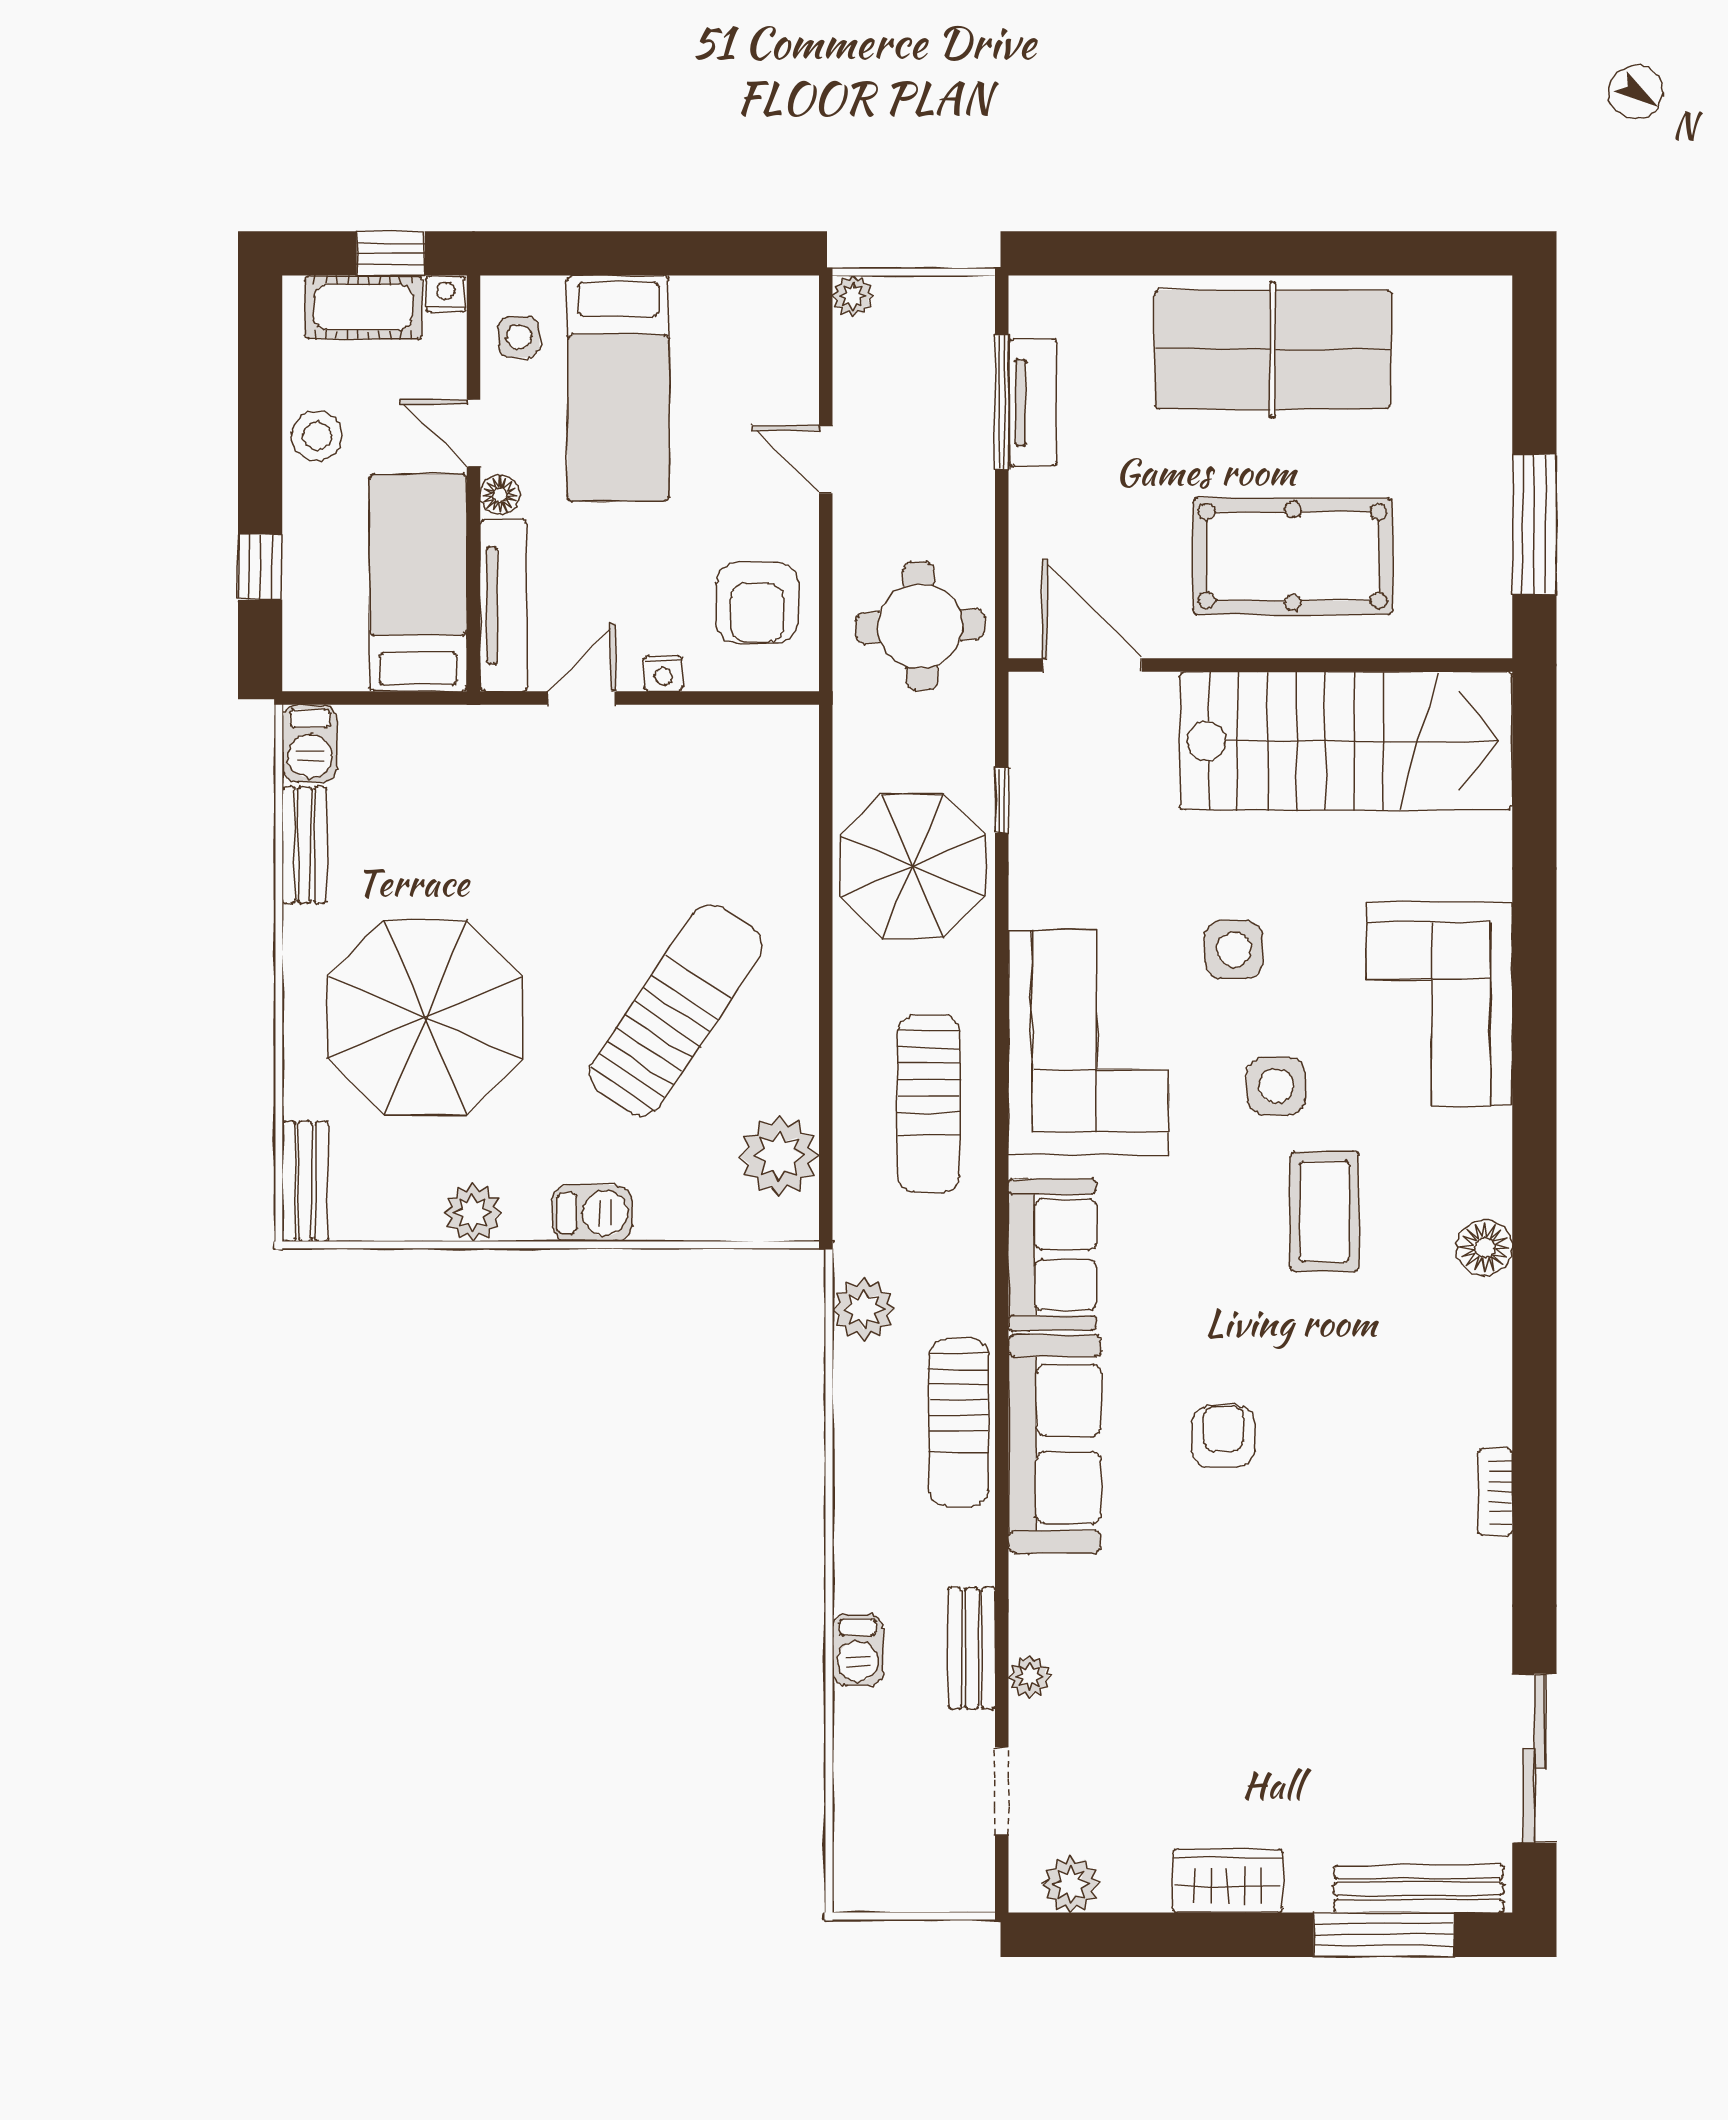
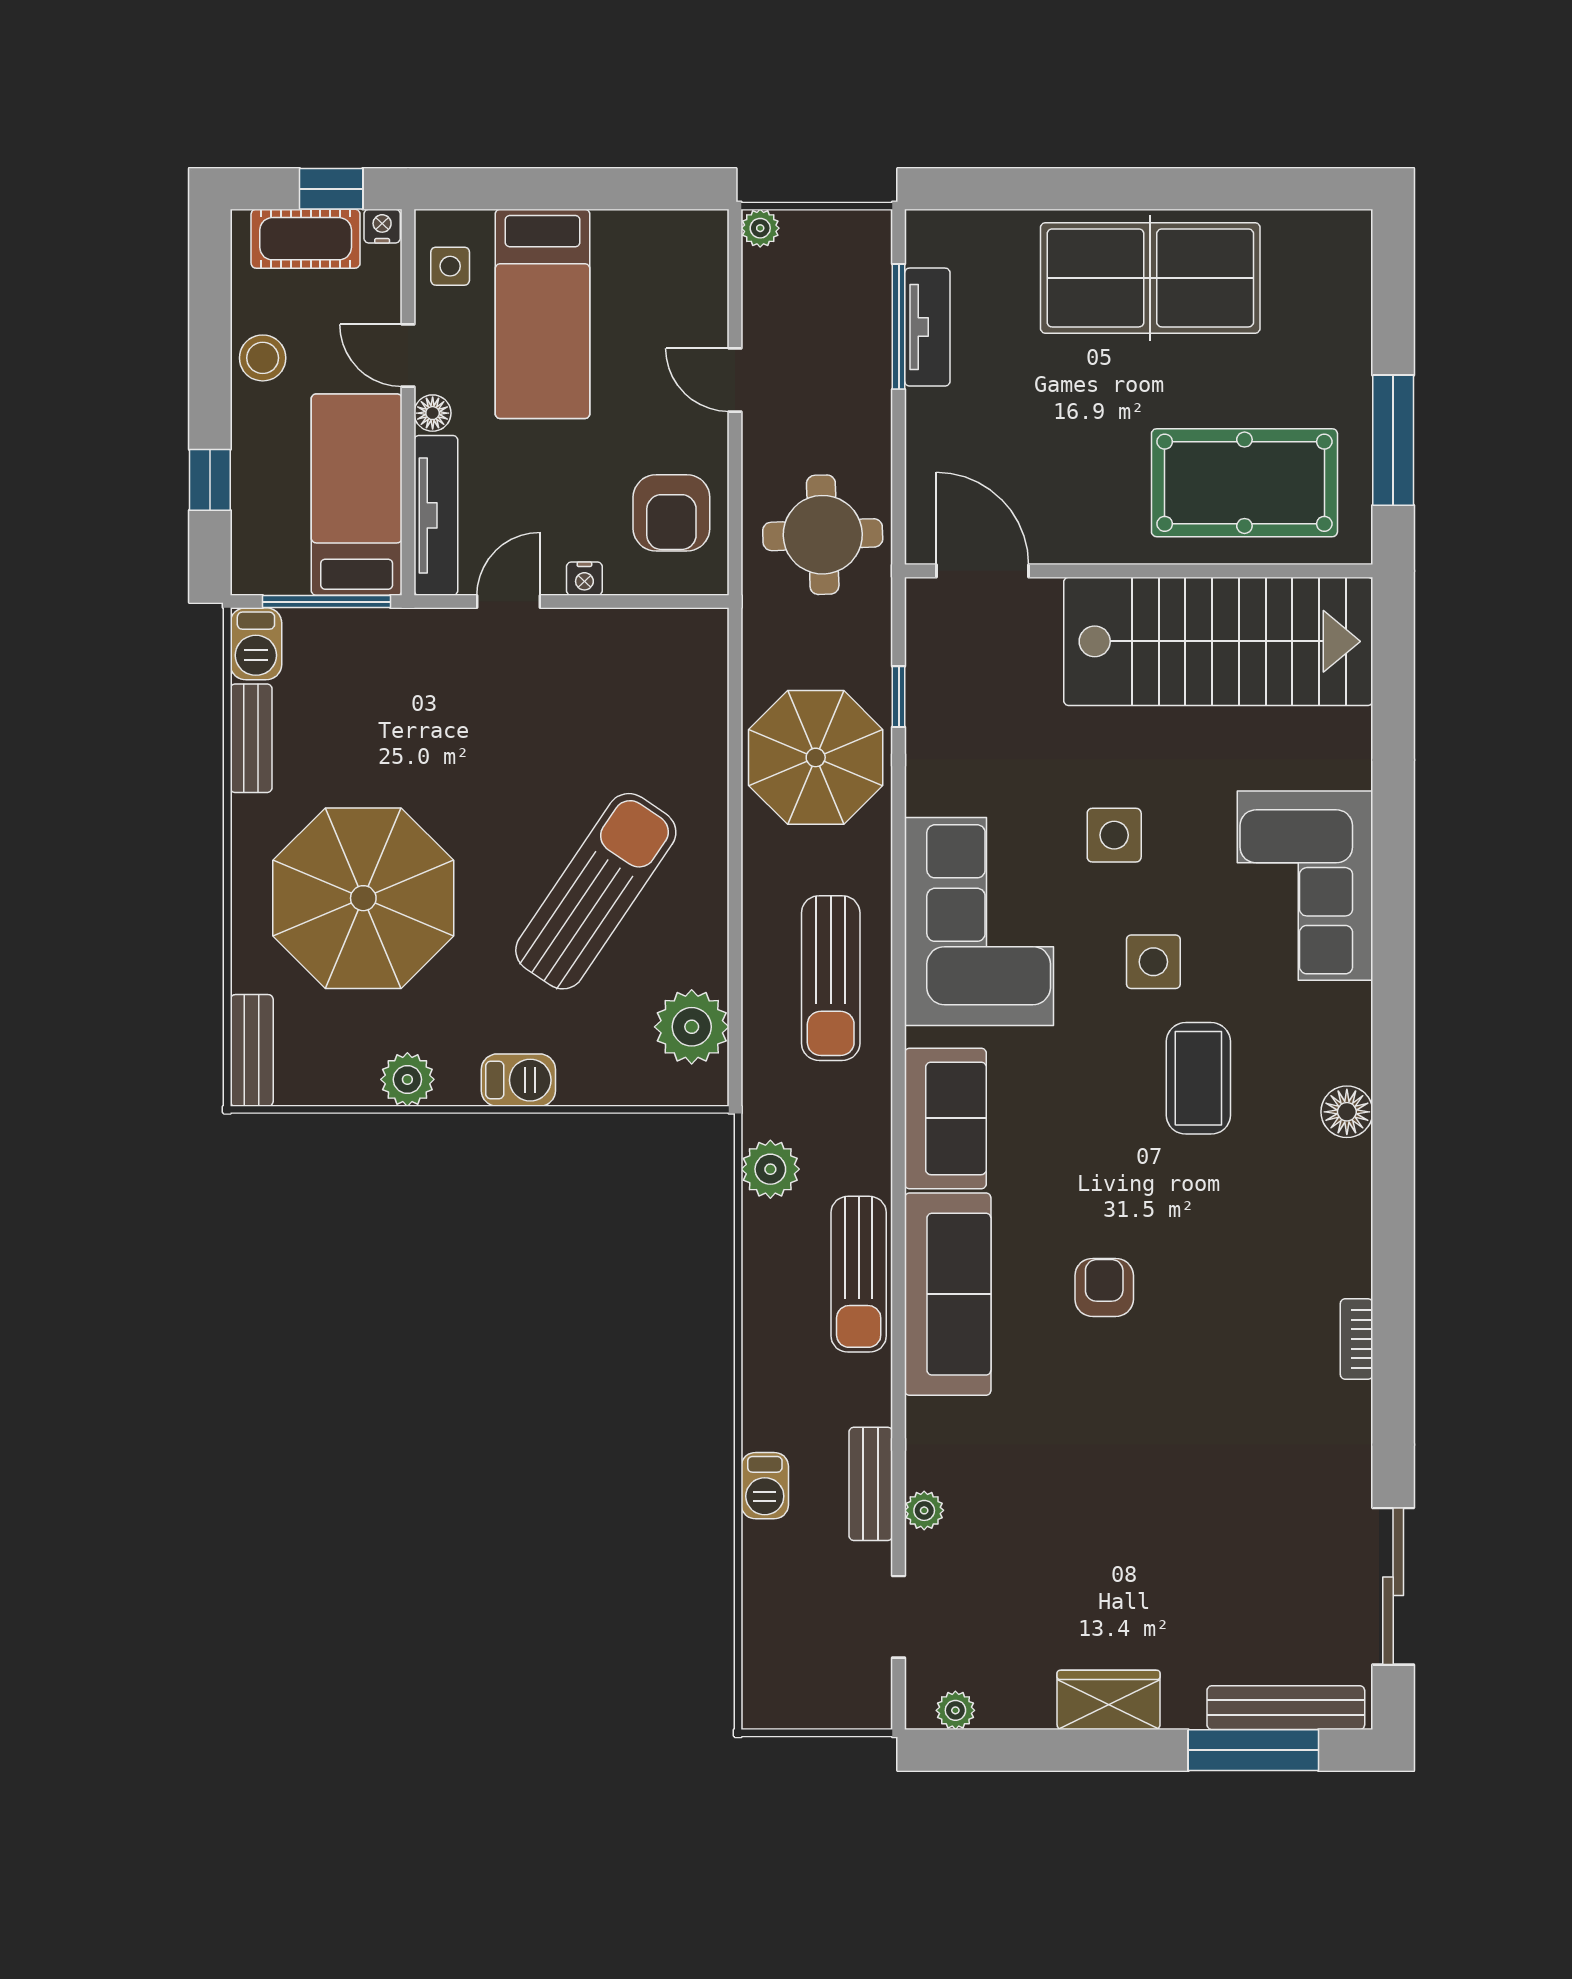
pool table: (1293, 556) -> (1244, 483), moved
window: (386, 698) -> (327, 602), added
plant: (1071, 1884) -> (955, 1710), width x0.73, depth x0.73

